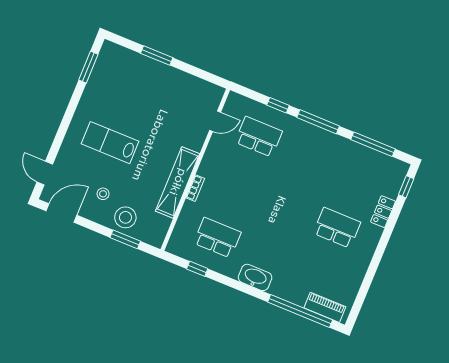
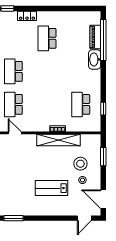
lab bench: (110, 143) -> (52, 188), turned 90
school desk: (308, 157) -> (13, 71), added
stool: (125, 217) -> (80, 164), moved
washbasin: (255, 277) -> (95, 59), moved
piano: (325, 307) -> (95, 37), moved

